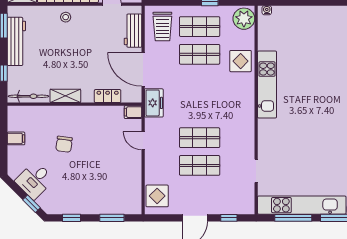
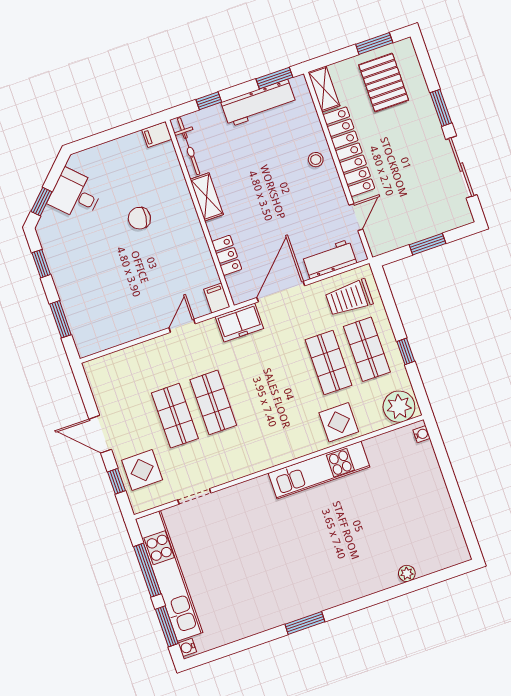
filing cabinet: (16, 138) -> (157, 134), moved, turned 90
display table: (157, 196) -> (142, 470), moved

